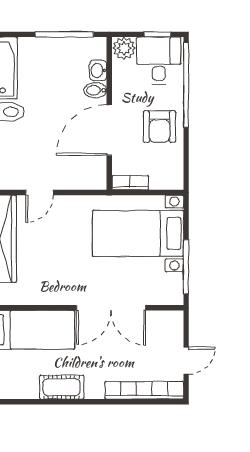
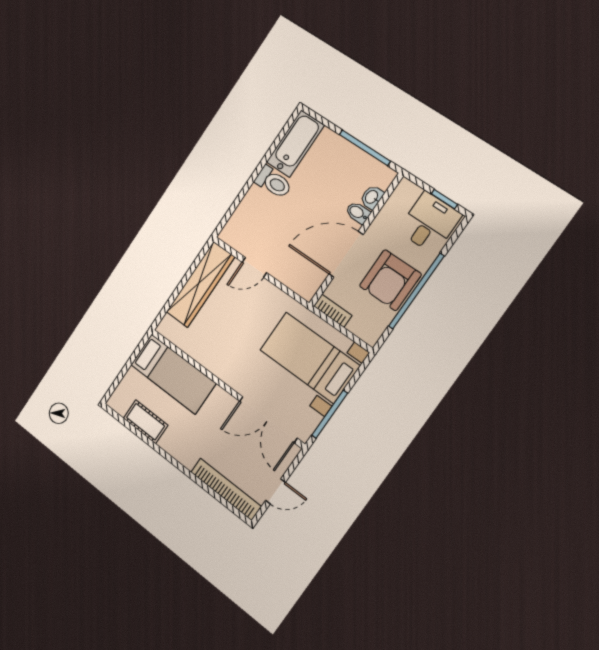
plant: (124, 48) -> (407, 192), removed
window: (186, 85) -> (416, 291), moved
armchair: (159, 127) -> (390, 280), width x1.36, depth x1.36
double door: (111, 308) -> (268, 420), moved
cot: (62, 387) -> (146, 422), moved

